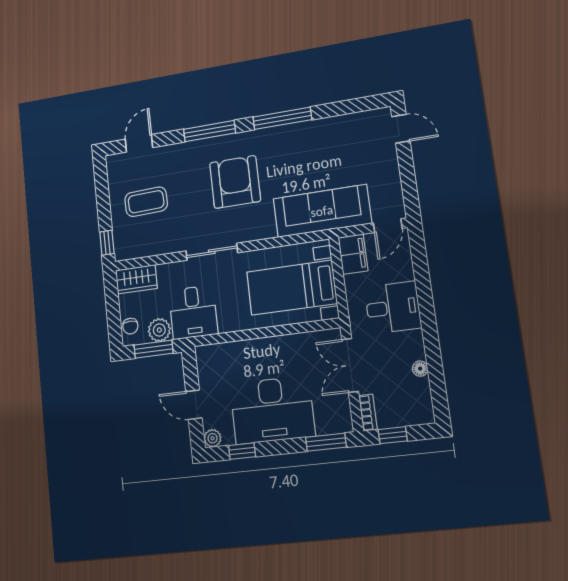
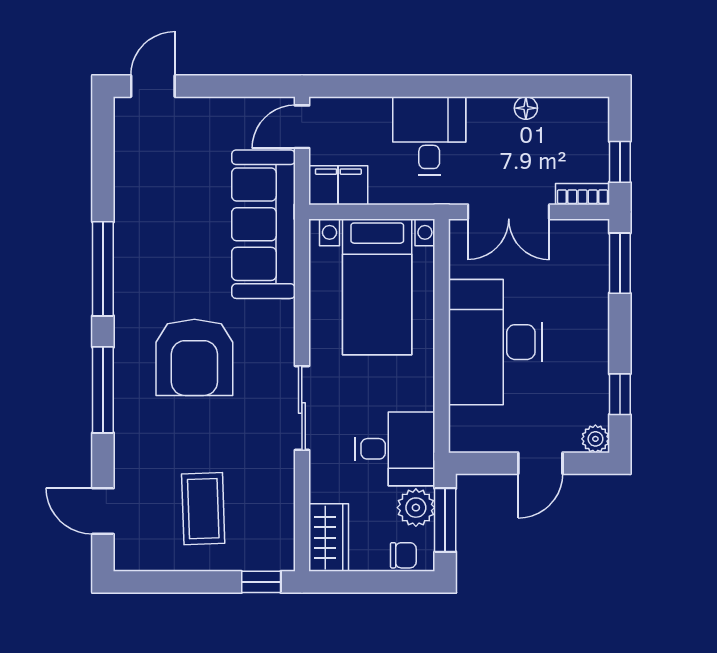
armchair: (235, 182) -> (194, 357), turned -90
door: (388, 226) -> (302, 127), swing flipped
desk: (272, 410) -> (496, 342), moved, turned 180

